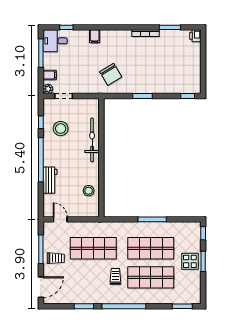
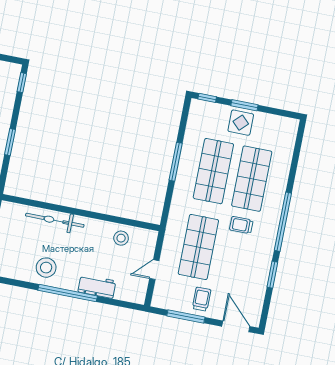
window: (41, 122) -> (18, 283), removed
stool: (61, 129) -> (46, 268), moved
door: (60, 219) -> (154, 270), moved
window: (182, 306) -> (298, 145), removed

